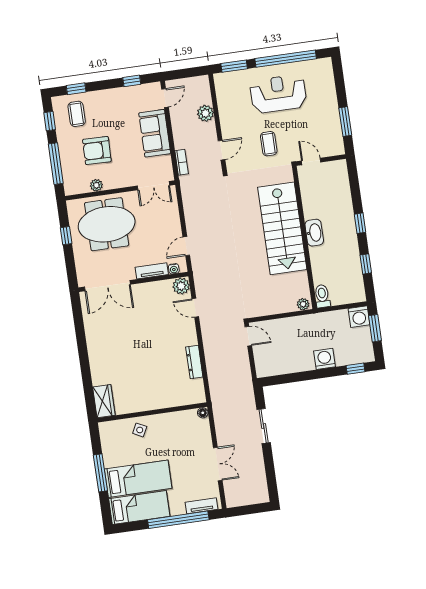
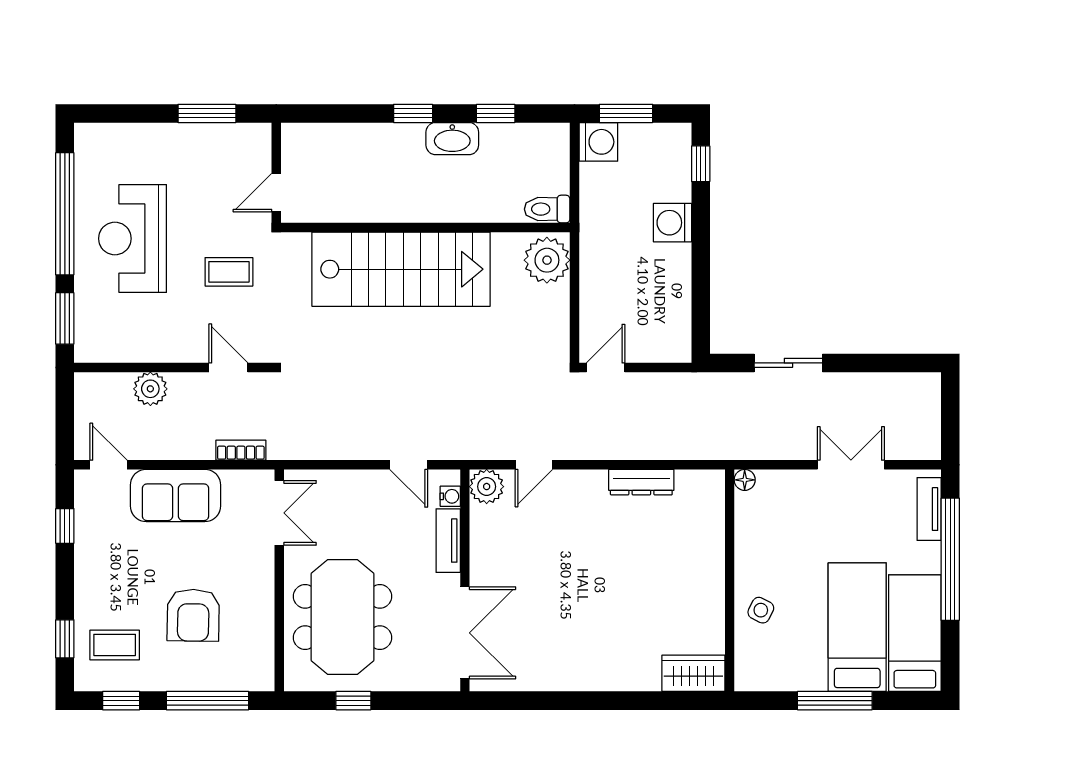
plant: (96, 185) -> (262, 626), removed
washbasin: (314, 233) -> (452, 139), moved, turned 180
plant: (303, 304) -> (547, 260), width x1.88, depth x1.88

